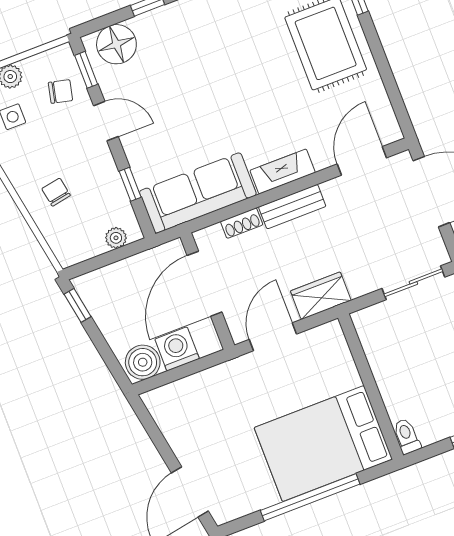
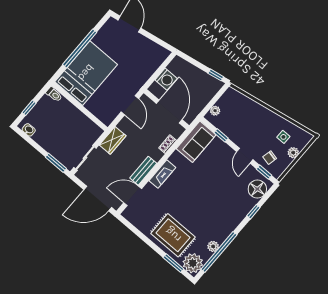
door: (106, 121) -> (245, 156), hinge flipped
door: (362, 161) -> (133, 196), swing flipped
chair: (56, 192) -> (249, 116), removed
sofa: (198, 193) -> (196, 142), width x0.73
bench: (292, 207) -> (143, 171), moved
wardrobe: (321, 296) -> (113, 140), moved
boiler: (143, 362) -> (177, 66), removed

